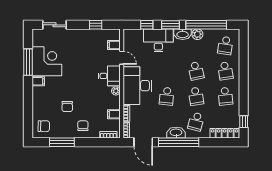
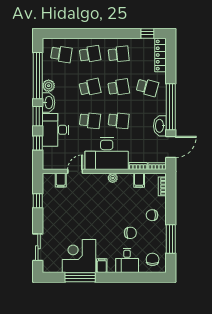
school desk: (167, 71) -> (90, 120), added
desk: (109, 76) -> (127, 260), moved, turned 180
washbasin: (176, 133) -> (160, 126), moved

